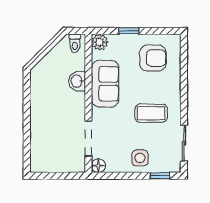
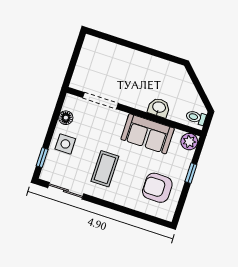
armchair: (153, 58) -> (157, 188), turned 90
floor lamp: (98, 166) -> (66, 118), moved

